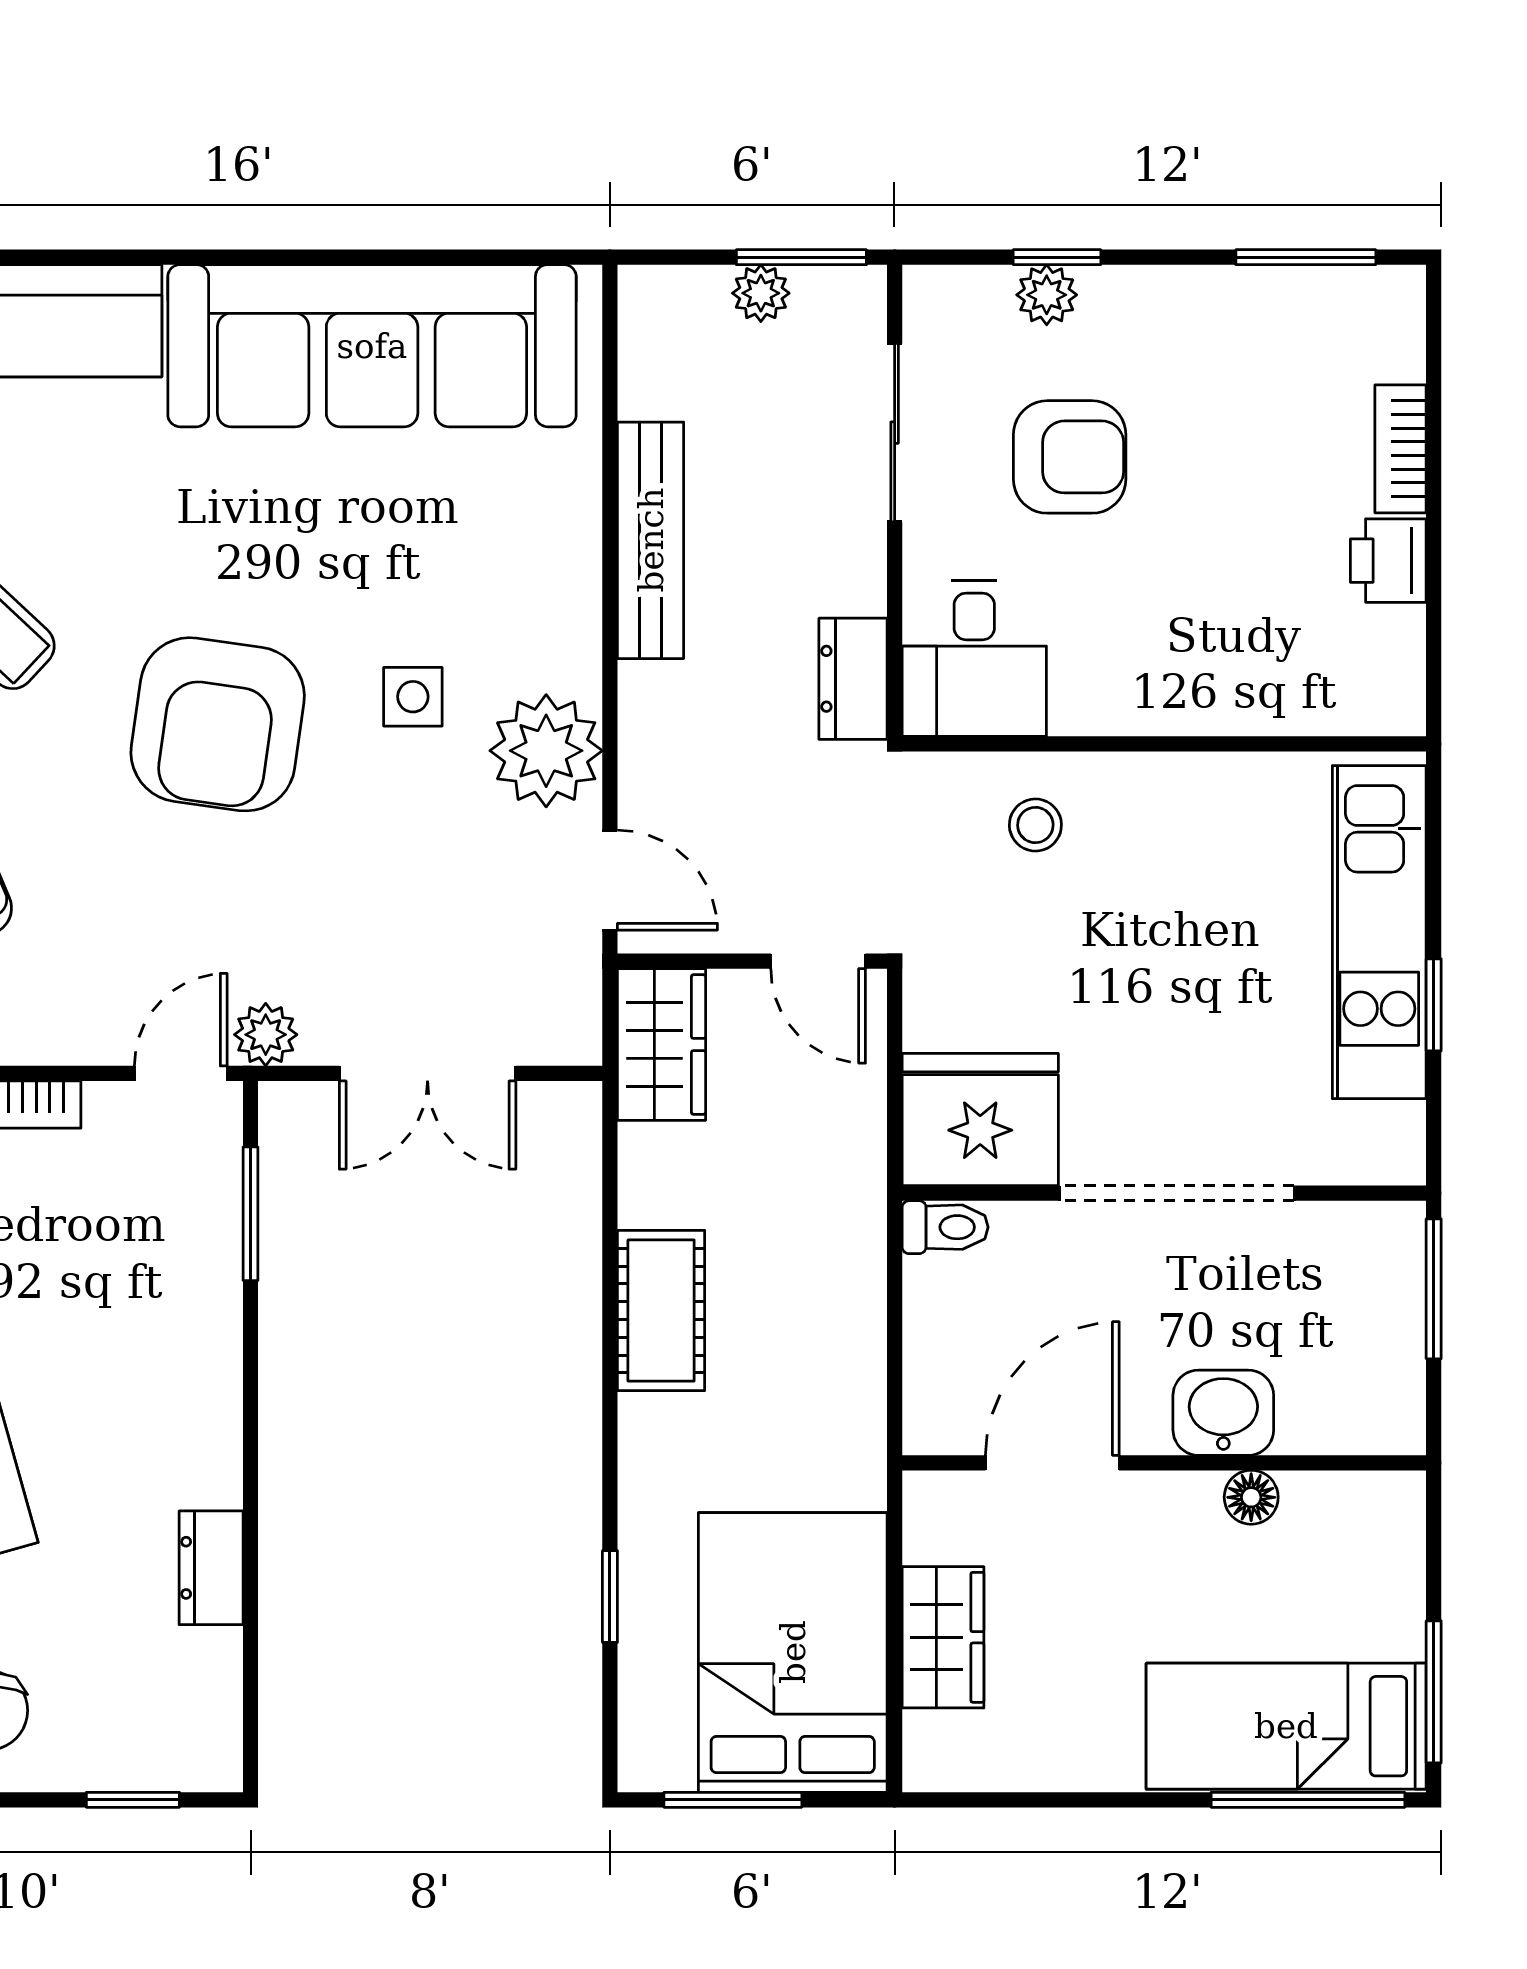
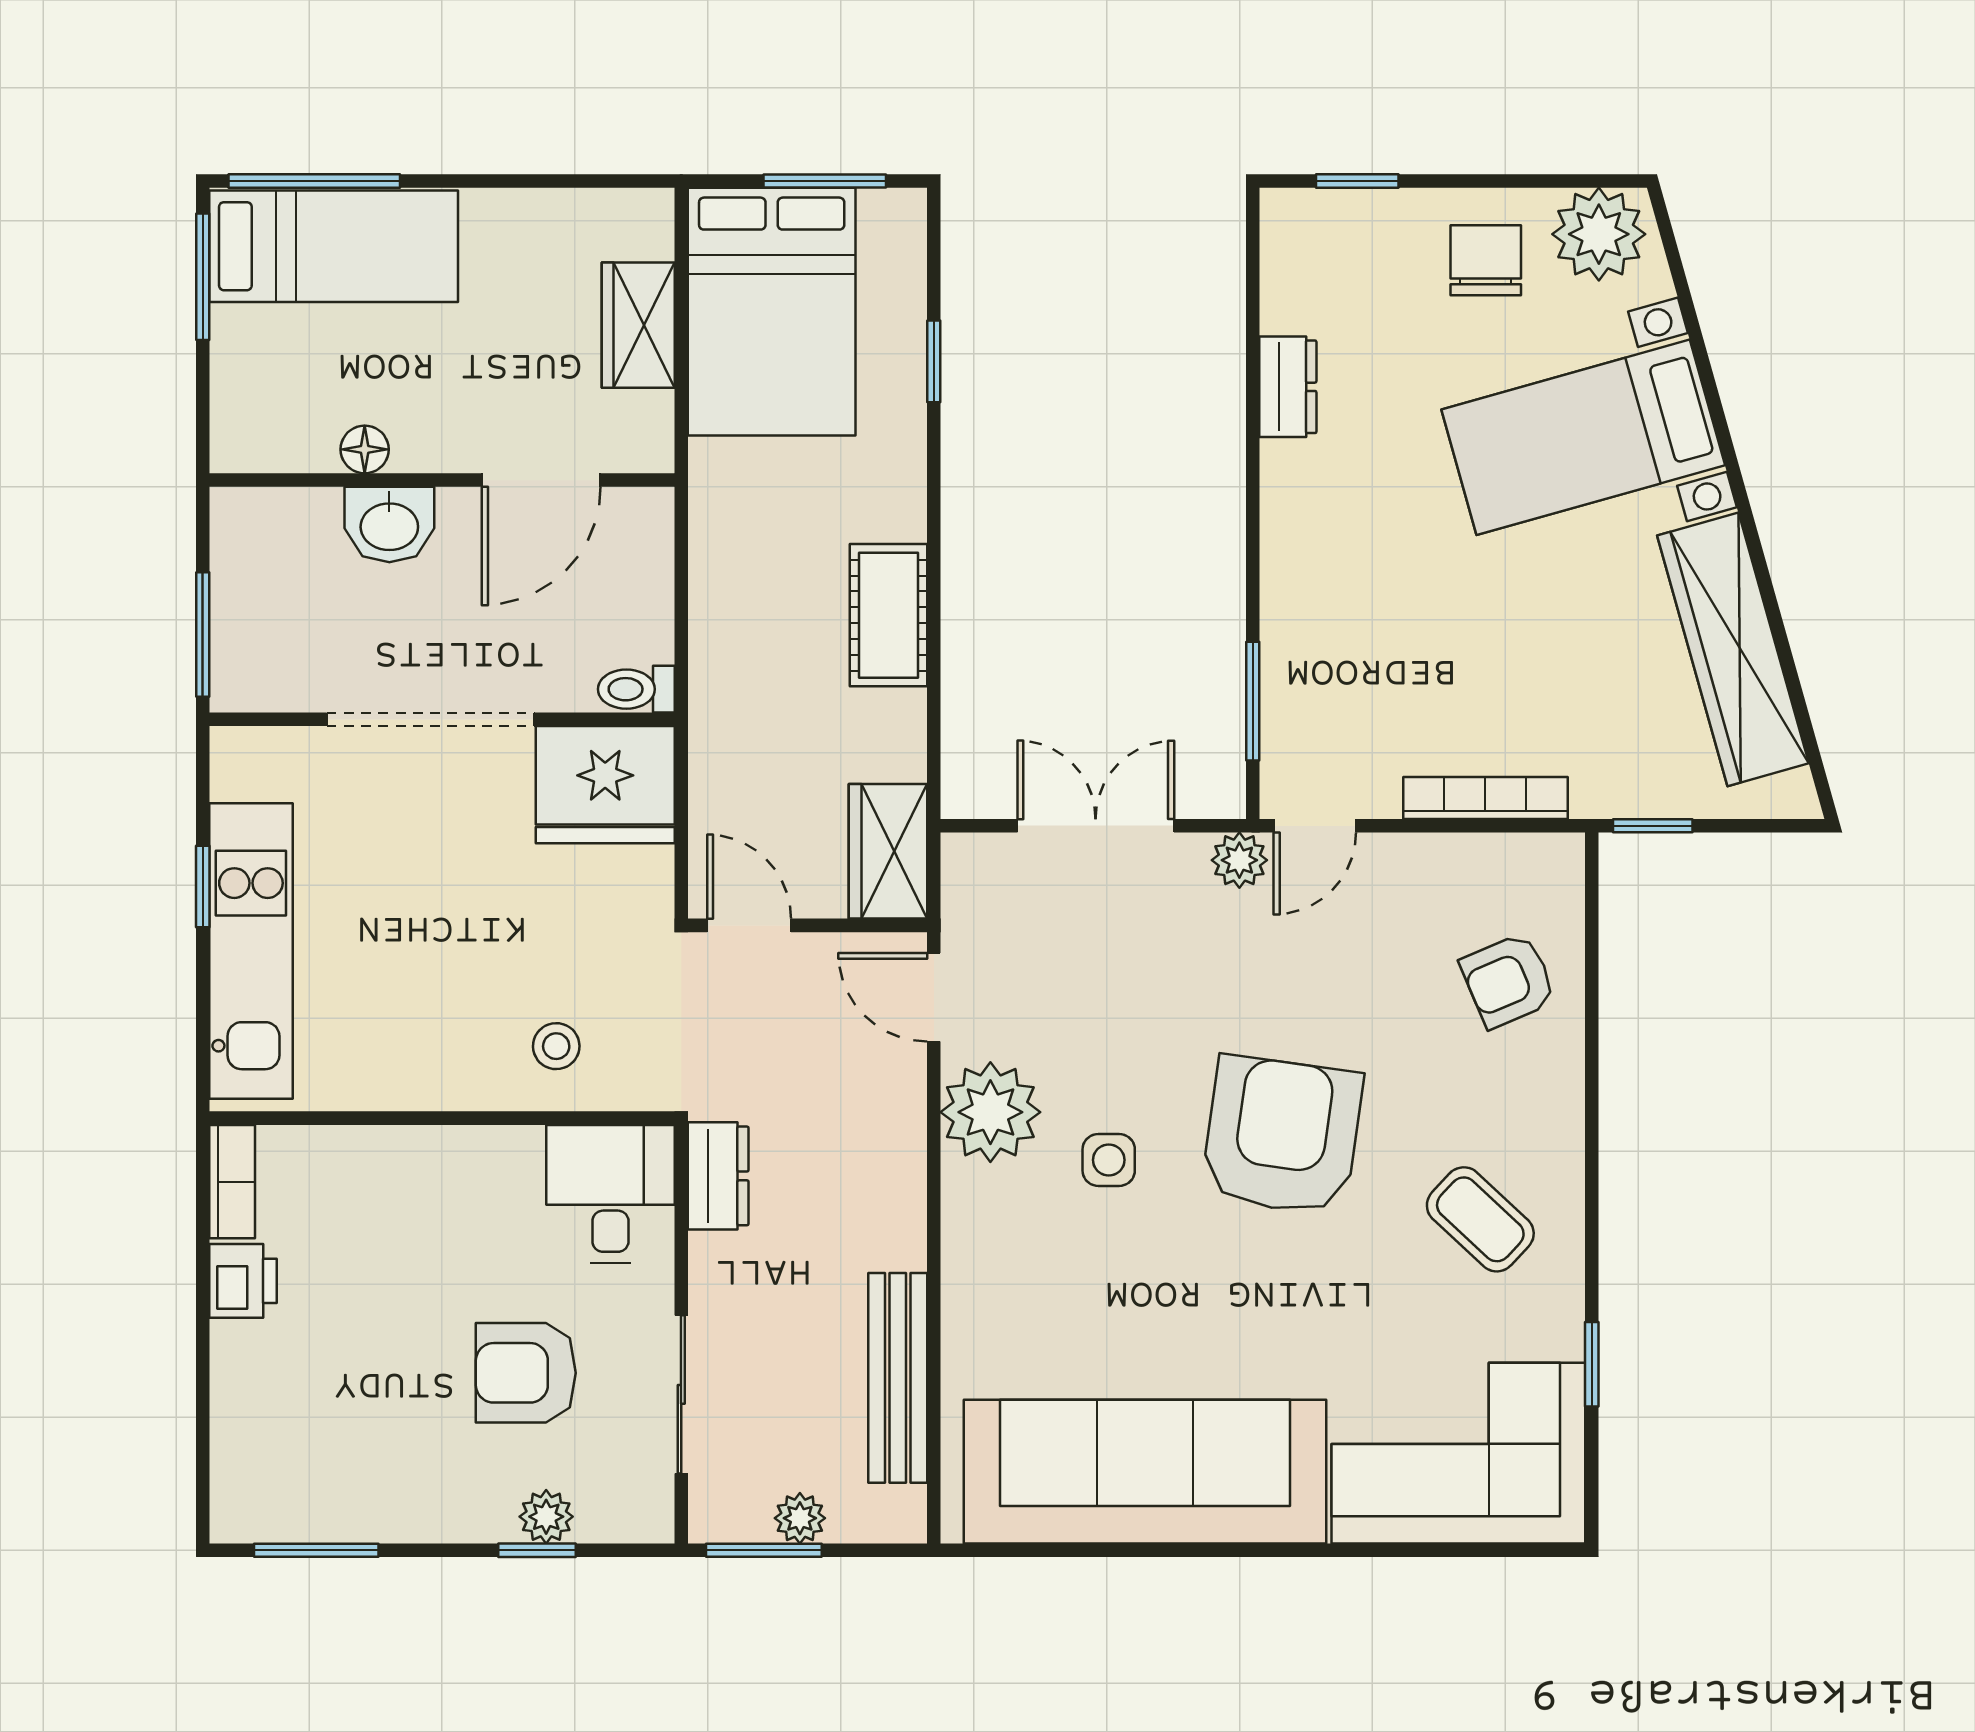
bookcase: (1401, 449) -> (232, 1182), moved
bench: (651, 540) -> (898, 1378), moved

